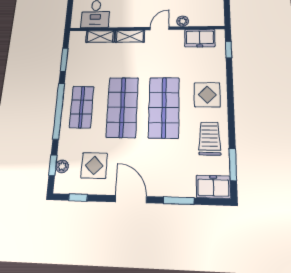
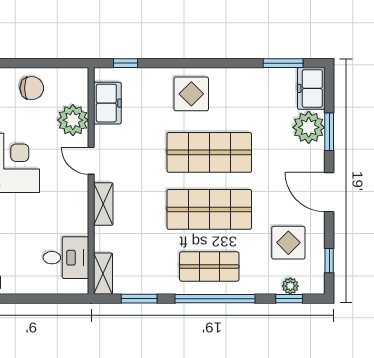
plant: (183, 21) -> (73, 120), width x1.88, depth x1.88
shelving: (100, 36) -> (103, 274), moved
trolley: (210, 138) -> (250, 92), removed
plant: (182, 184) -> (309, 127), added
door: (131, 199) -> (329, 192), hinge flipped

